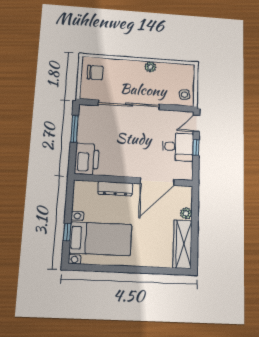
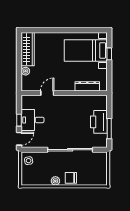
chair: (95, 73) -> (71, 178), moved
printer: (87, 159) -> (99, 122), moved
door: (157, 181) -> (47, 93), width x0.53
dresser: (115, 189) -> (87, 86), moved

